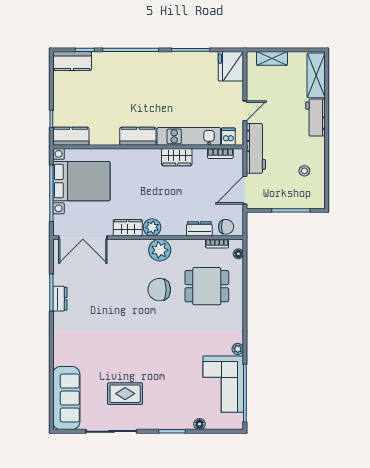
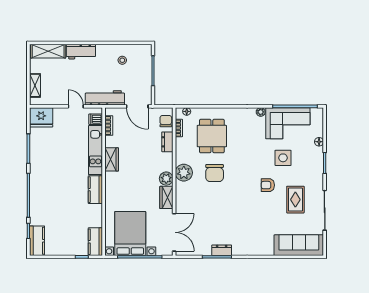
armchair: (144, 358) -> (268, 185), added
side table: (179, 378) -> (283, 158), added

